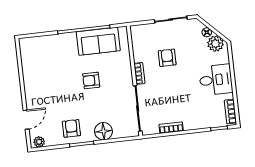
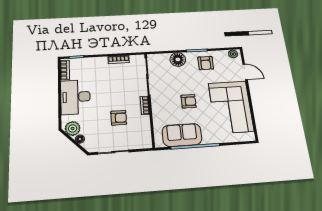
armchair: (167, 58) -> (119, 118), turned -90
corner sofa: (44, 76) -> (231, 107), added
desk: (216, 80) -> (75, 97), width x1.37
door: (26, 120) -> (245, 72), swing flipped

